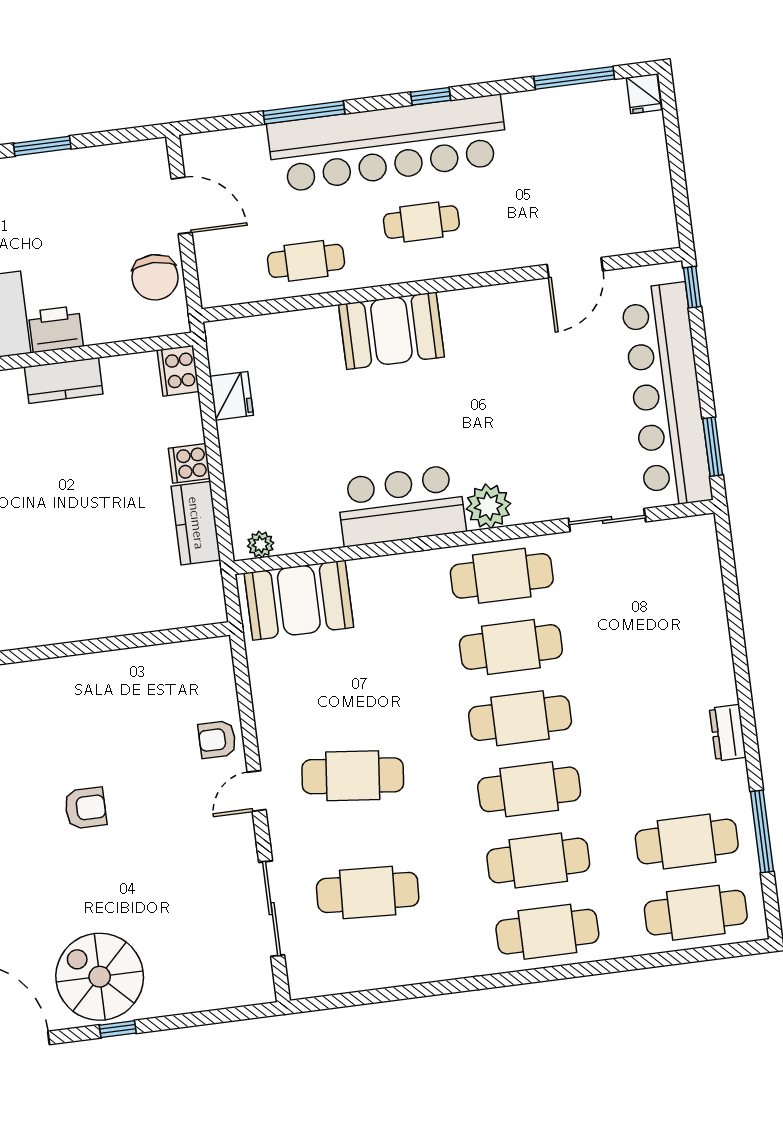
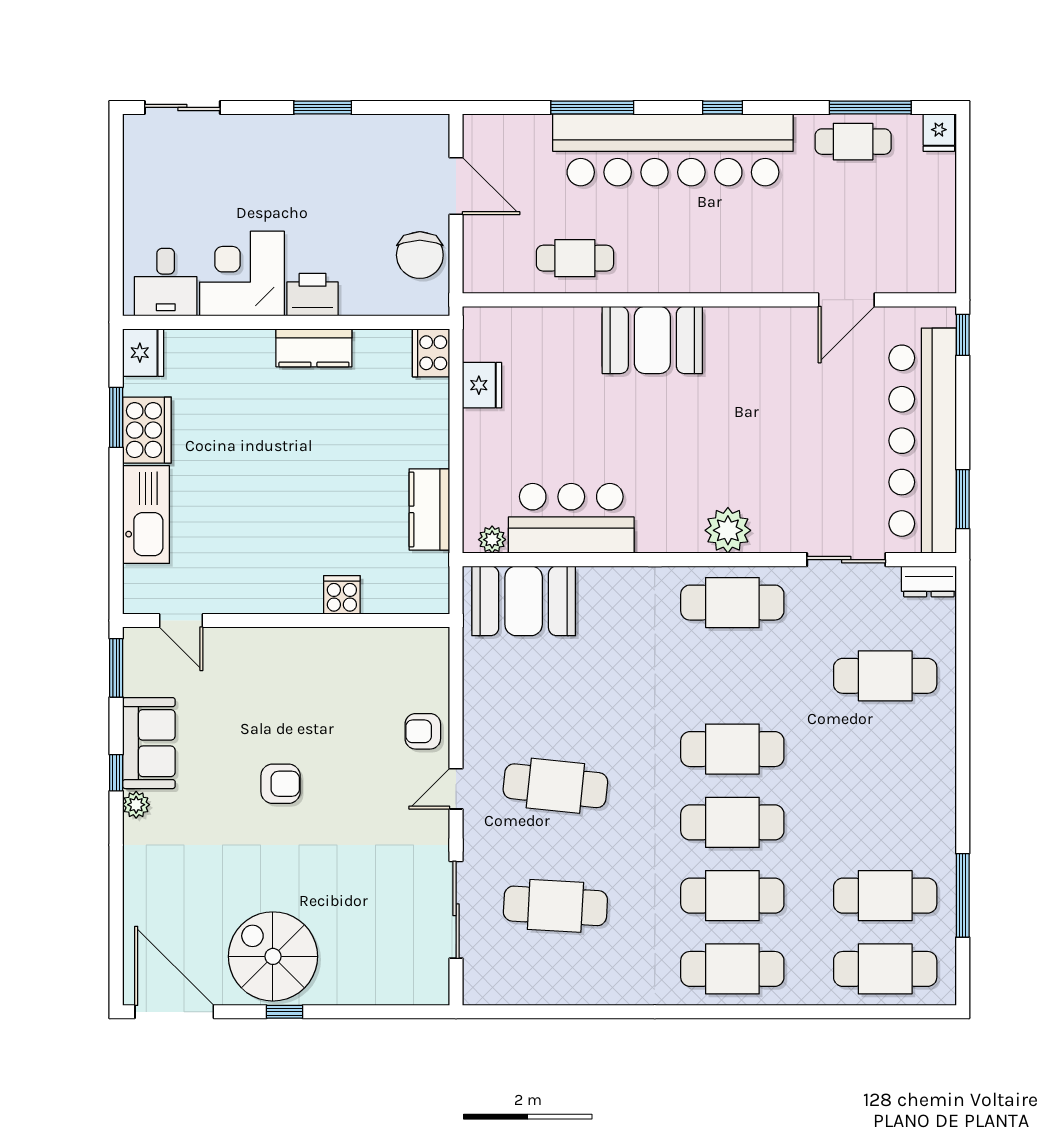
cafe table: (421, 222) -> (853, 142), moved
cooker: (189, 463) -> (342, 595), moved, turned 90
bar counter: (401, 506) -> (571, 518), moved
cafe table: (511, 647) -> (885, 676), moved
dresser: (728, 733) -> (929, 581), moved, turned -90

